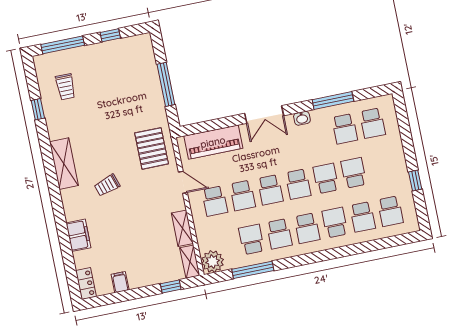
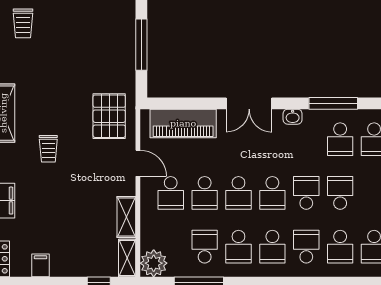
trolley: (107, 185) -> (48, 149), turned -72

